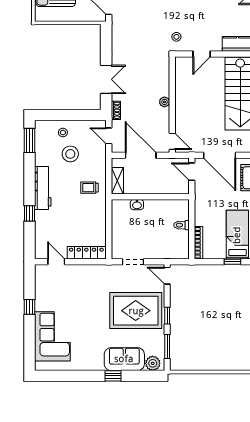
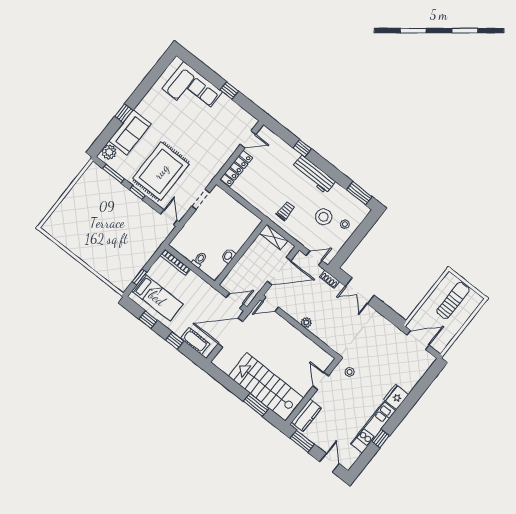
washbasin: (137, 205) -> (228, 256), moved
door: (167, 276) -> (169, 217), hinge flipped

